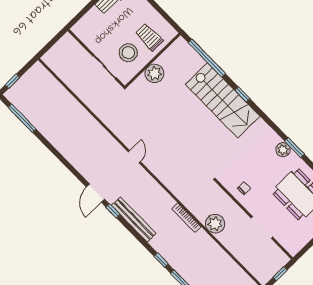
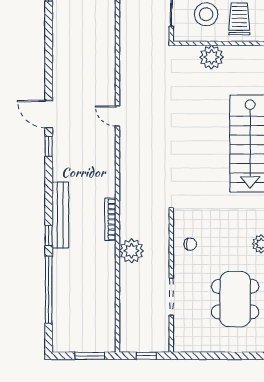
door: (134, 157) -> (118, 116), swing flipped
door: (95, 193) -> (49, 114), hinge flipped
bench: (134, 219) -> (60, 215), moved

